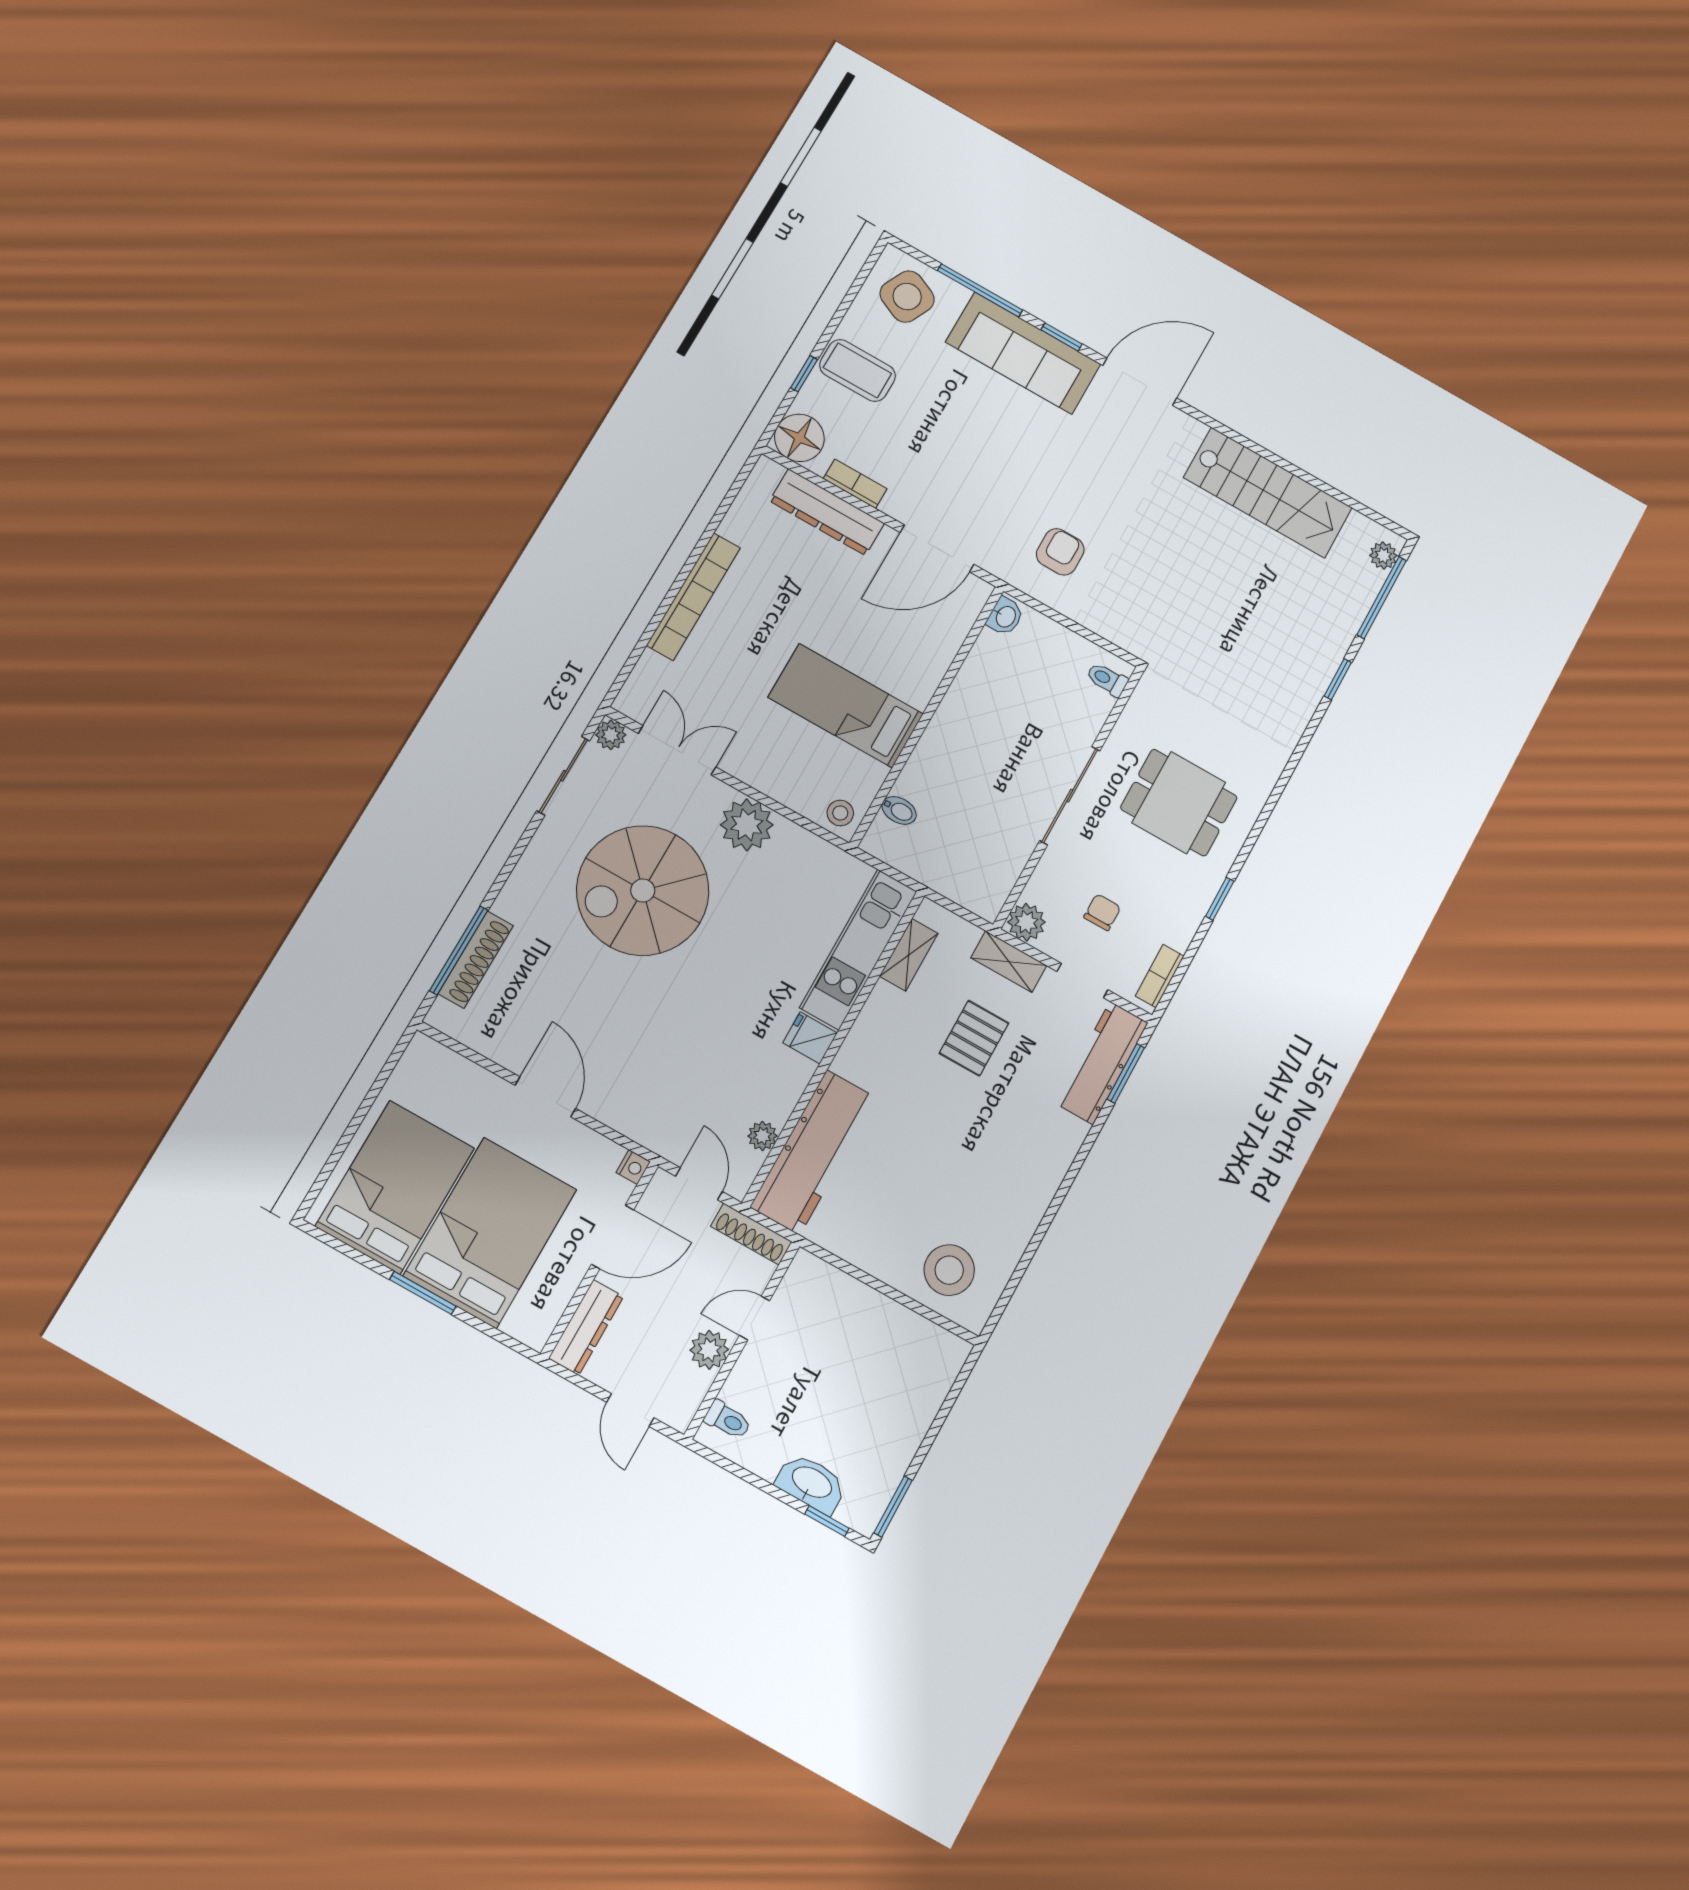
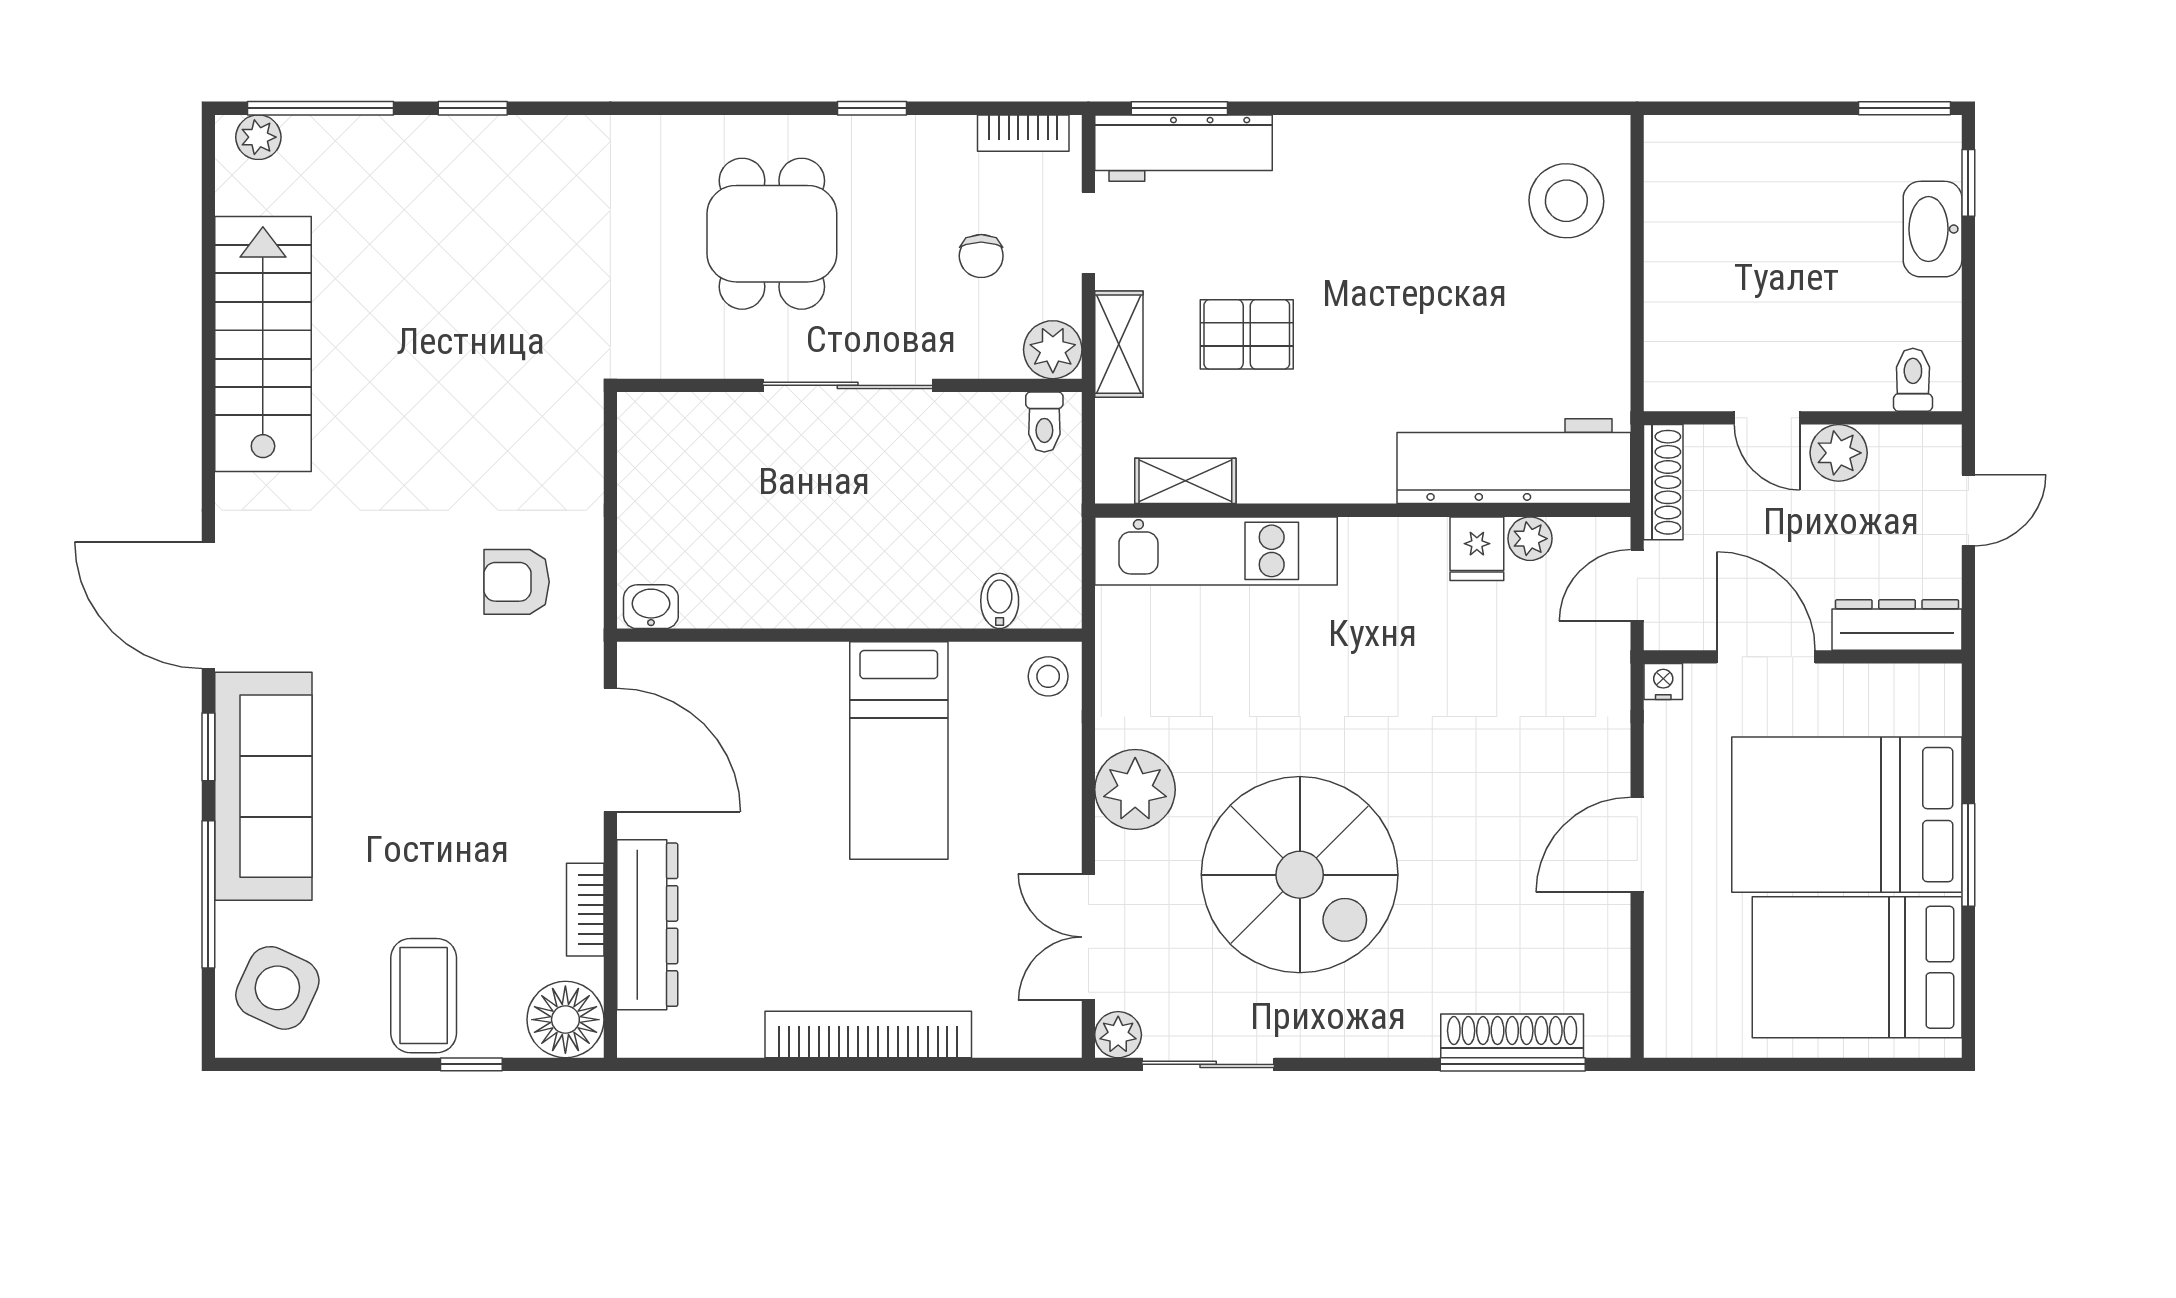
toilet: (1107, 679) -> (1044, 422), moved
chair: (1102, 912) -> (981, 256), turned -90
fridge: (810, 1038) -> (1477, 549), moved

